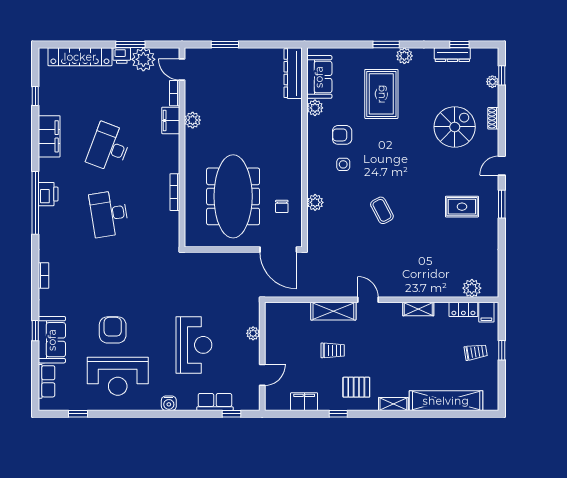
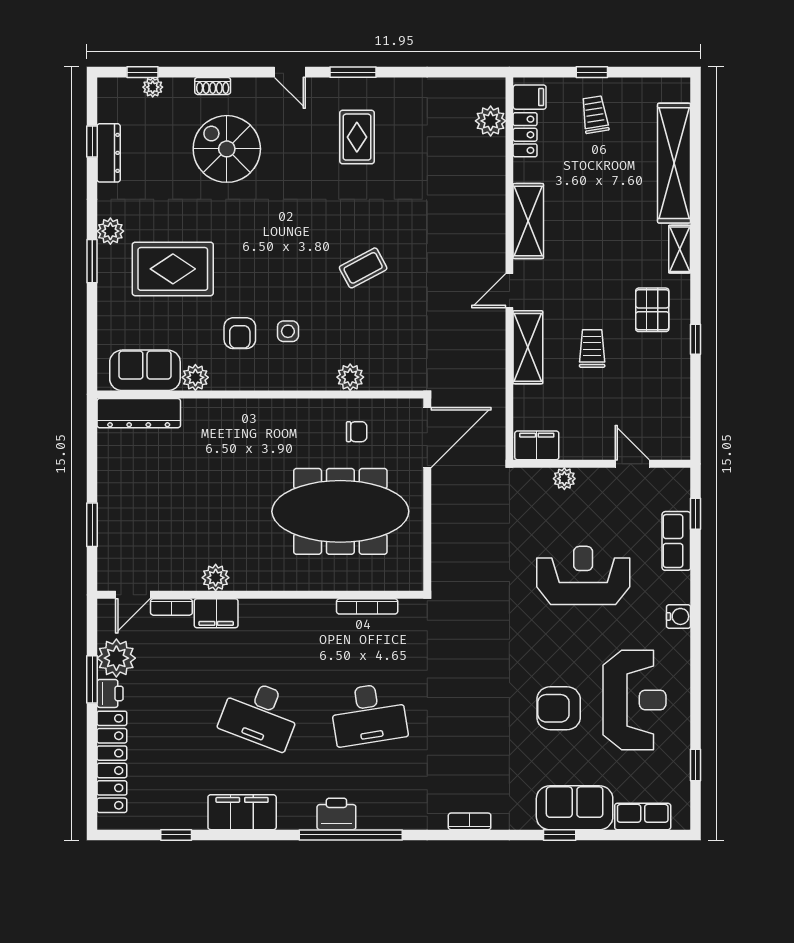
bookcase: (175, 192) -> (367, 606), moved
shelving: (418, 309) -> (528, 221), width x1.50, depth x1.33
filing cabinet: (304, 402) -> (537, 445), moved, turned 90

